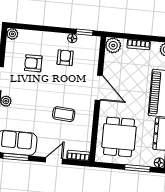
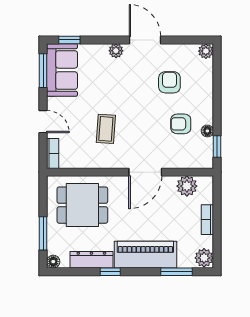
plant: (113, 45) -> (187, 186), moved
armchair: (65, 58) -> (181, 124), turned 180

